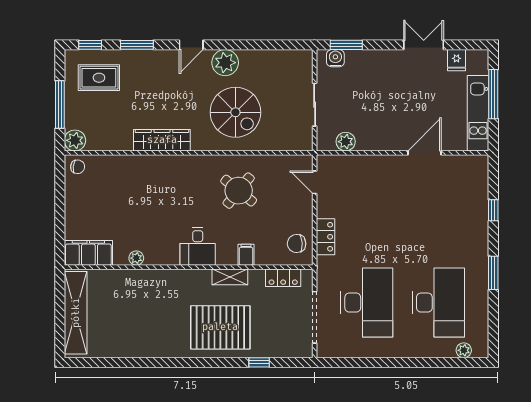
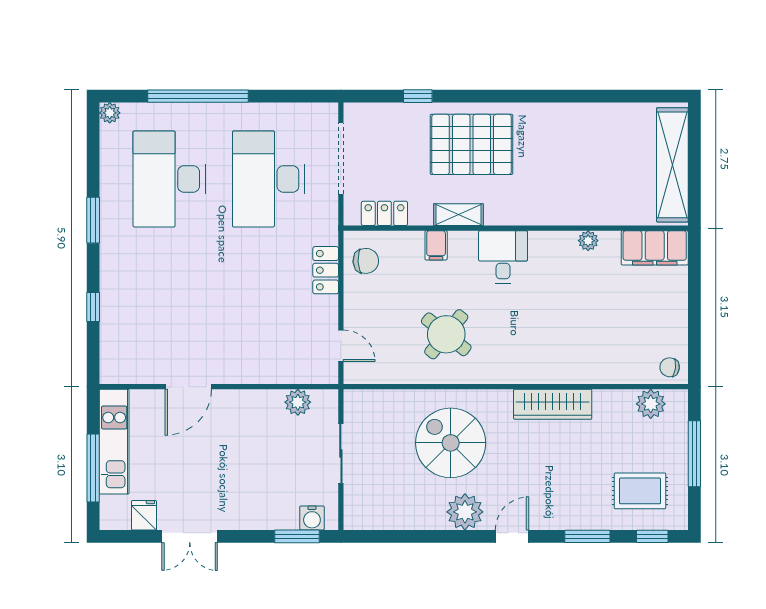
plant: (75, 140) -> (651, 404), moved
plant: (464, 350) -> (110, 113), moved
window: (418, 362) -> (198, 96), added

